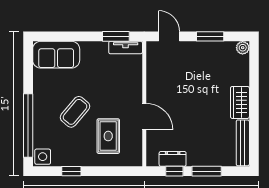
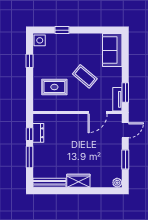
coffee table: (75, 112) -> (85, 76), moved
door: (144, 117) -> (98, 113), moved
window: (28, 125) -> (62, 30), width x0.32

